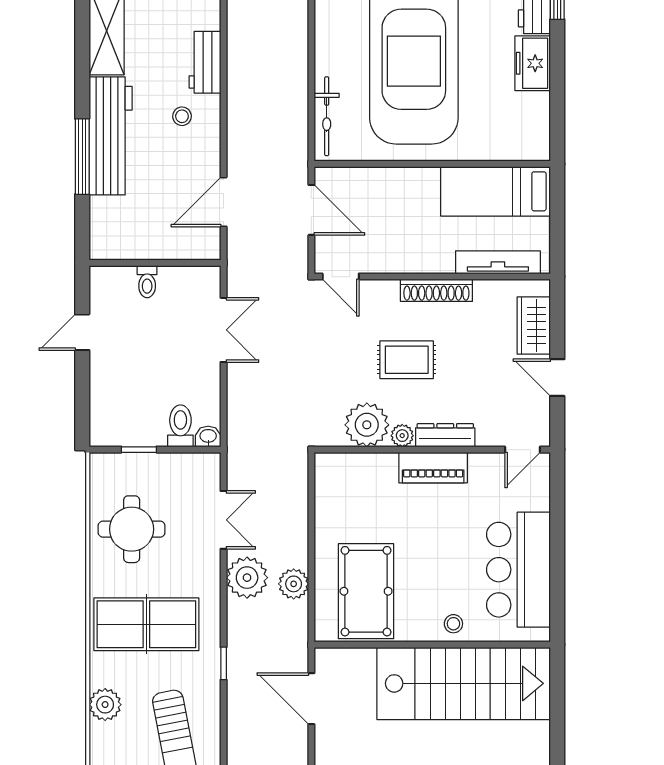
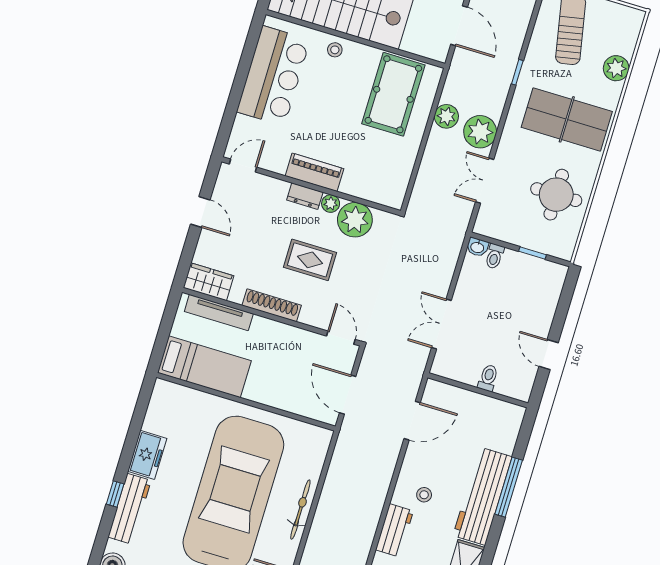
bicycle: (327, 116) -> (300, 509), moved
wardrobe: (534, 326) -> (209, 282), moved, turned -90
door: (82, 332) -> (549, 355), swing flipped
toilet: (180, 426) -> (494, 256), width x0.73, depth x0.72
dresser: (445, 435) -> (305, 196), width x0.70

